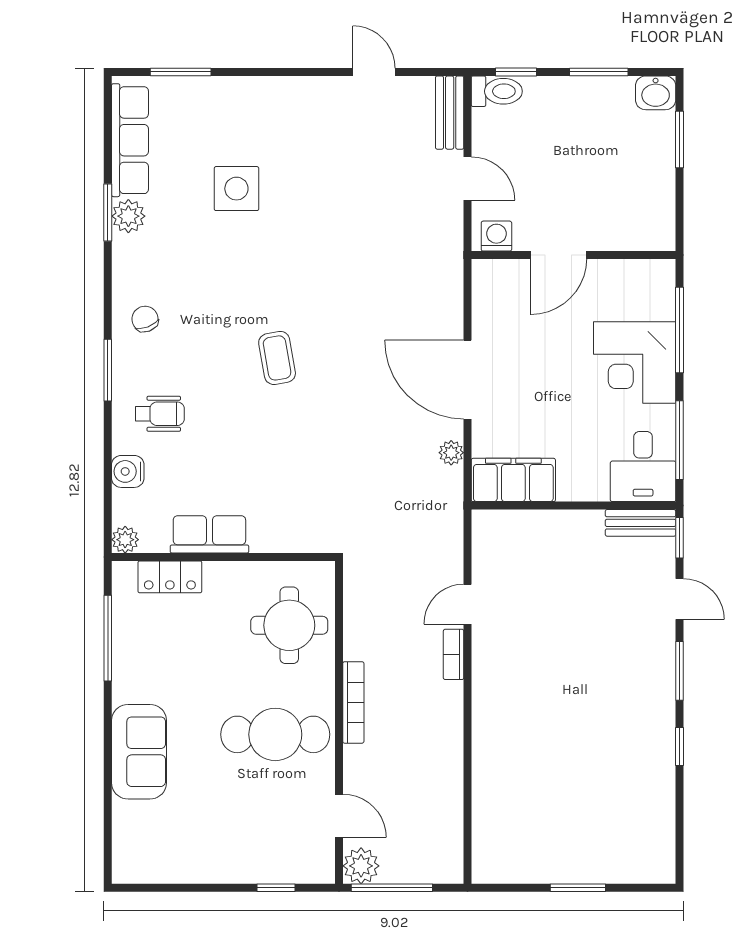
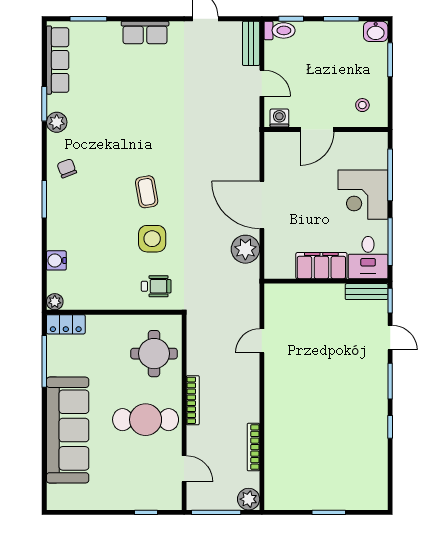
side table: (236, 189) -> (152, 239), moved
stool: (634, 215) -> (362, 105), added
plant: (128, 216) -> (57, 122), moved
wheelchair: (160, 414) -> (156, 286), moved
plant: (451, 453) -> (245, 249), width x1.88, depth x1.88
filing cabinet: (513, 480) -> (321, 266), moved
row of seats: (209, 534) -> (145, 32), moved, turned 180
locker: (170, 577) -> (66, 324), moved
bookcase: (454, 654) -> (253, 447), moved, width x1.56
sofa: (139, 752) -> (68, 430), width x1.85, depth x1.27
plant: (361, 866) -> (249, 499), moved

